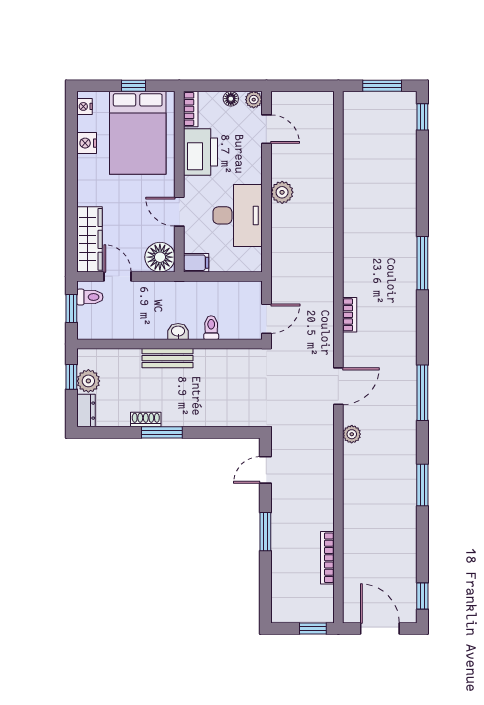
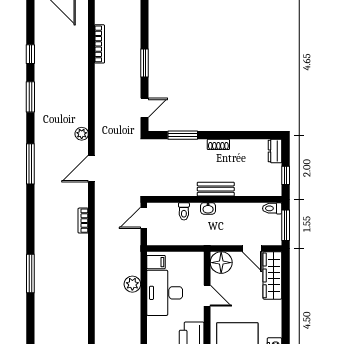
plant: (282, 192) -> (132, 284), moved
filing cabinet: (196, 263) -> (156, 262), moved, turned 180
window: (422, 263) -> (30, 274), moved
toilet: (90, 297) -> (272, 208), moved
window: (71, 308) -> (286, 225), width x1.50
plant: (88, 381) -> (273, 172), removed
shoe rack: (146, 420) -> (218, 144), moved
window: (162, 432) -> (183, 135), moved
window: (422, 596) -> (30, 54), moved

